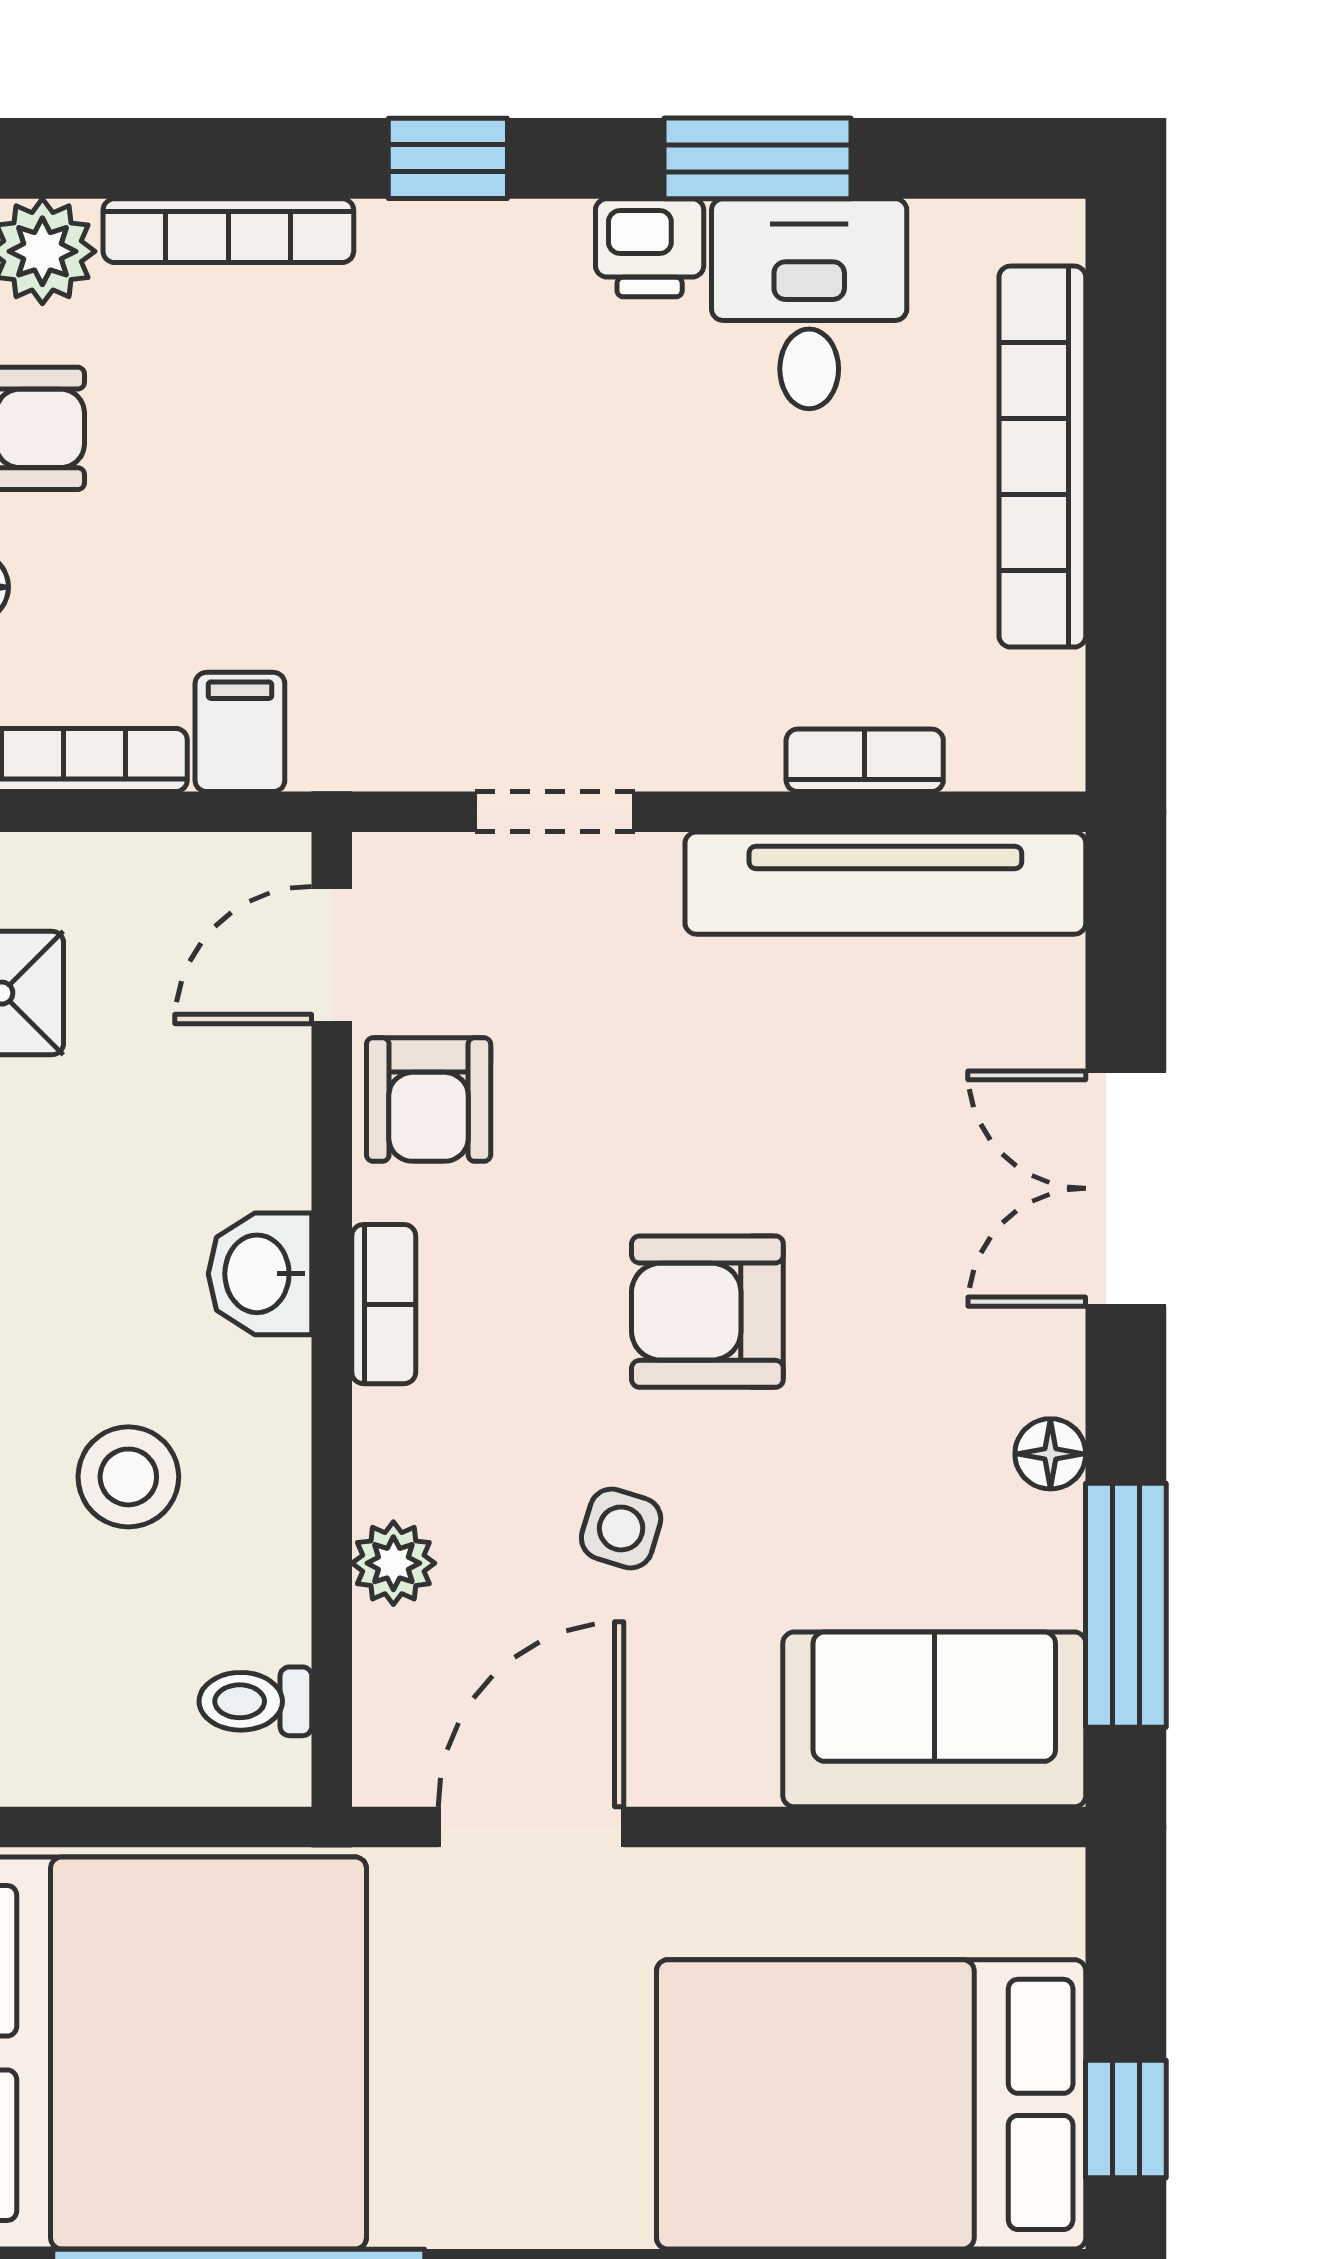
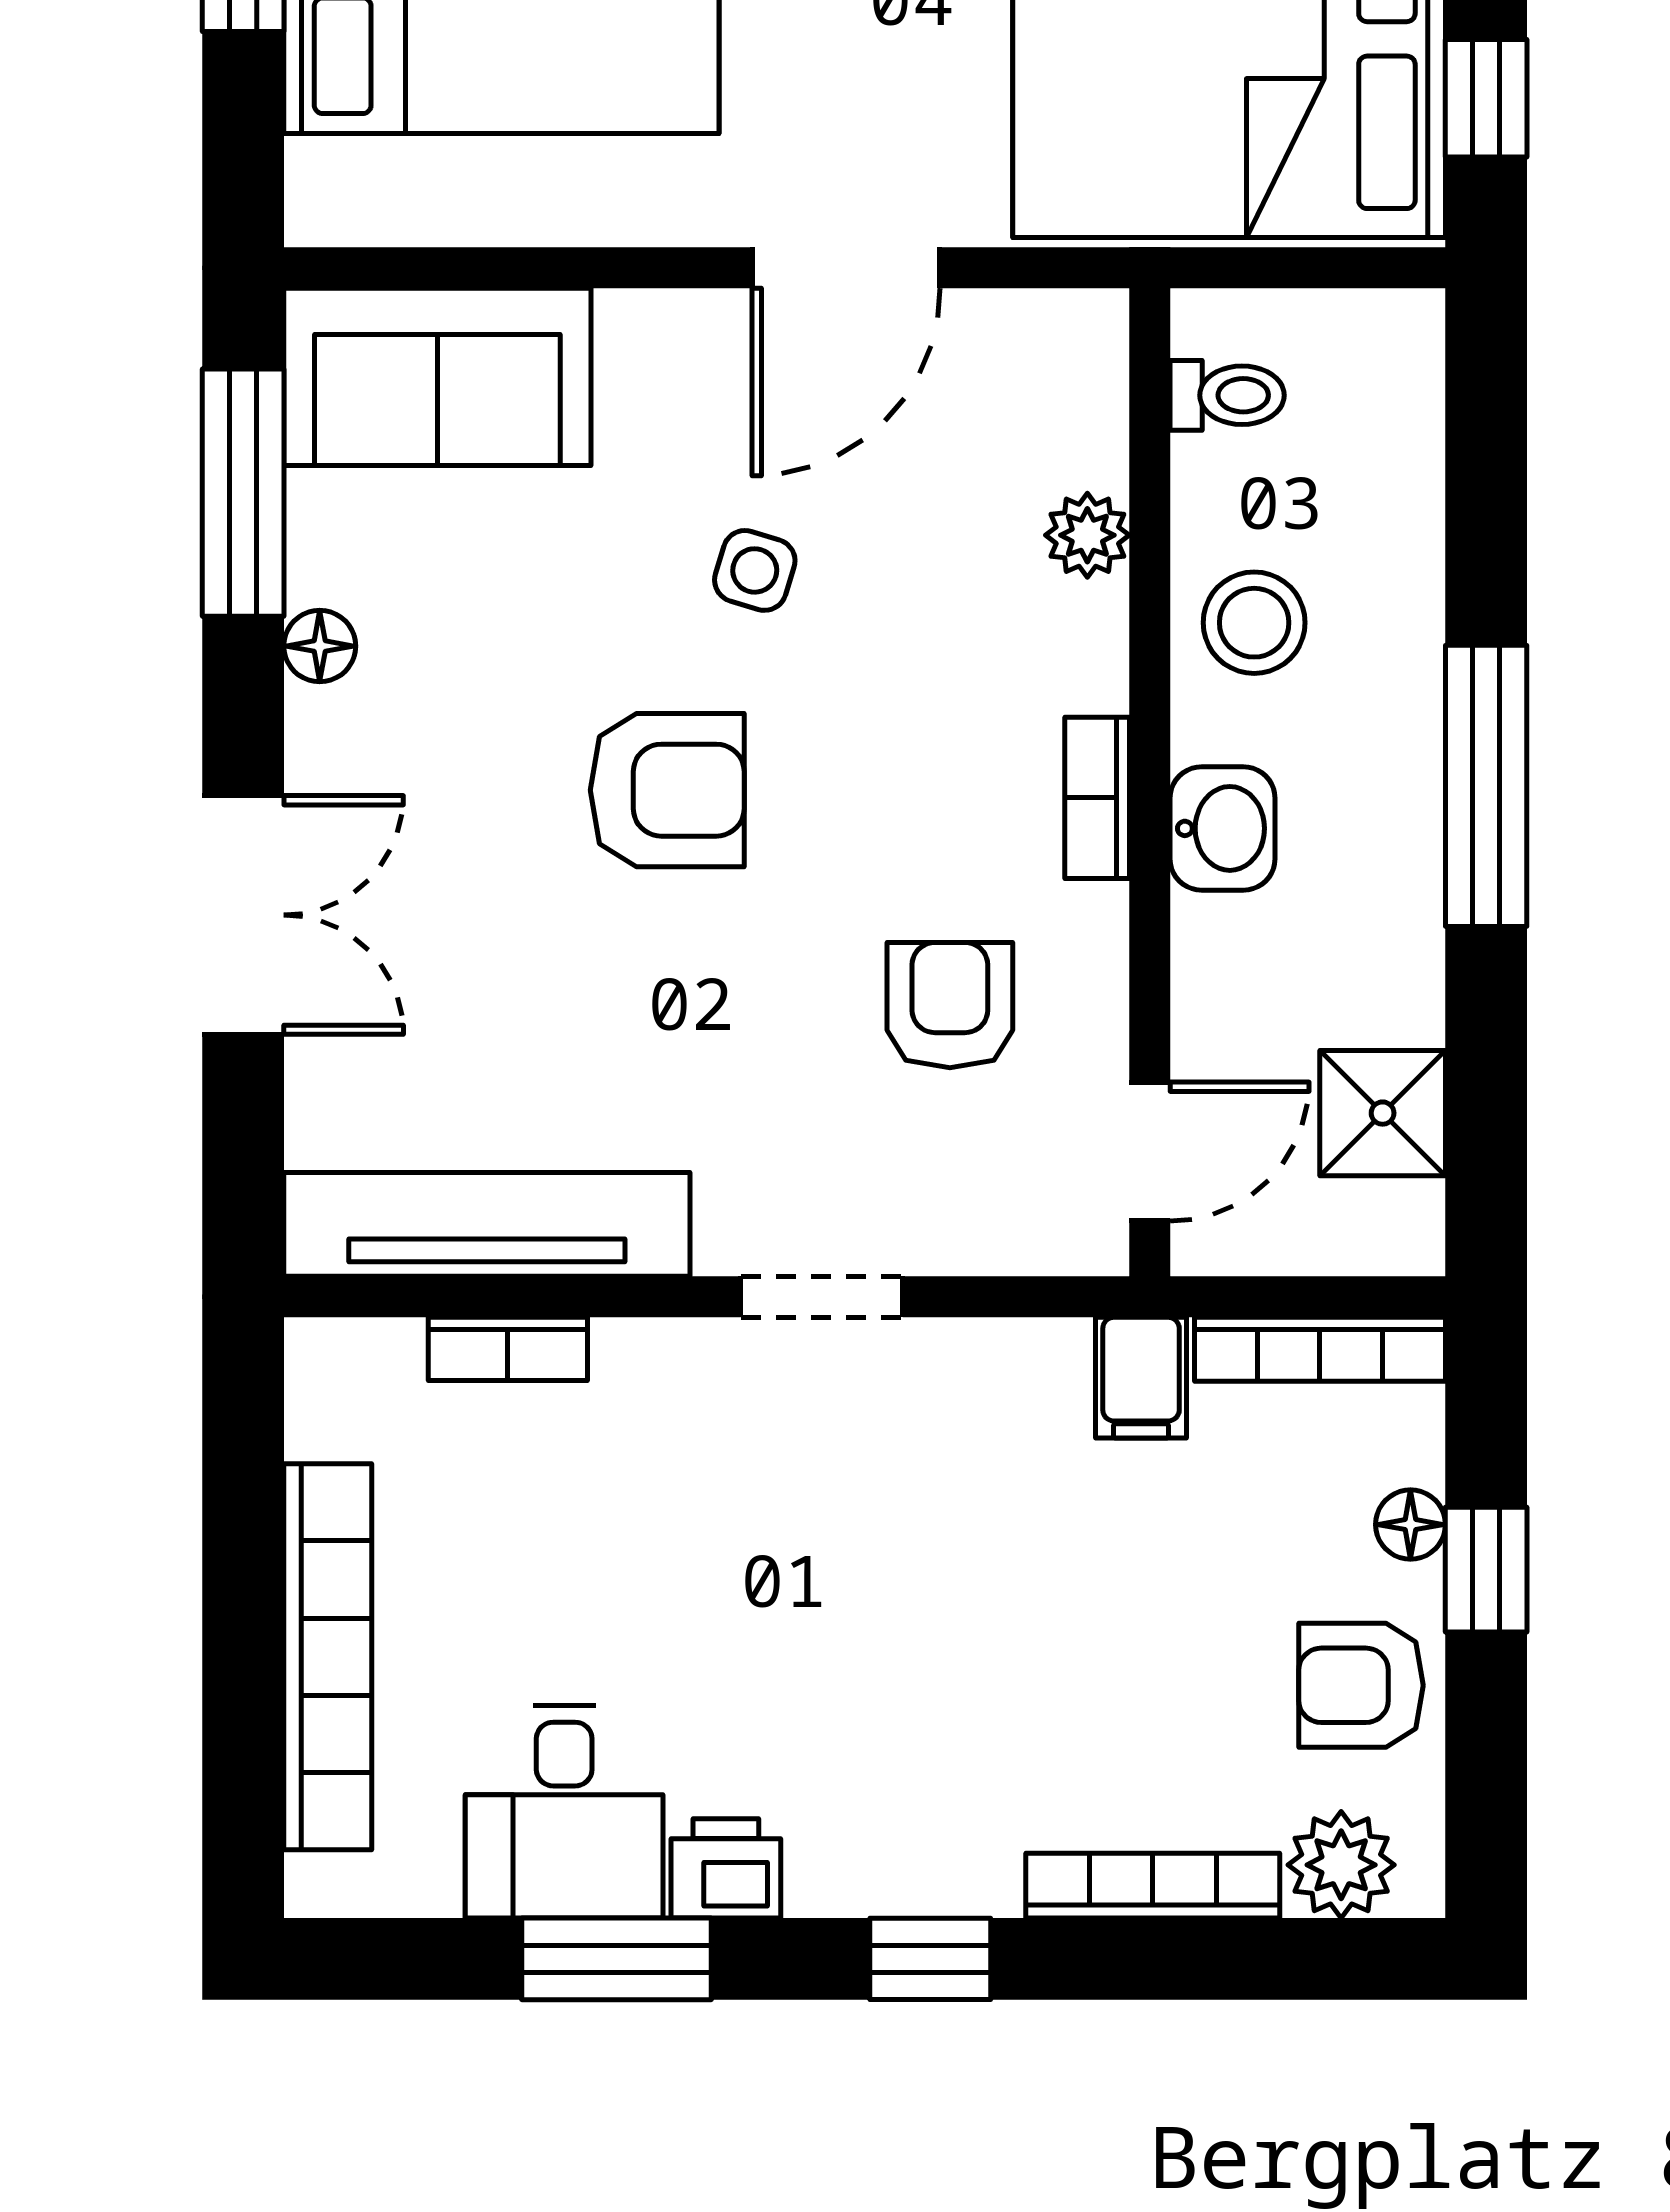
door: (332, 955) -> (1150, 1152), moved
washbasin: (260, 1274) -> (1223, 828), moved
bookcase: (384, 1304) -> (1097, 798), moved
wall: (332, 1319) -> (1150, 782), moved
plant: (393, 1563) -> (1087, 535), moved
toilet: (255, 1701) -> (1227, 395), moved

